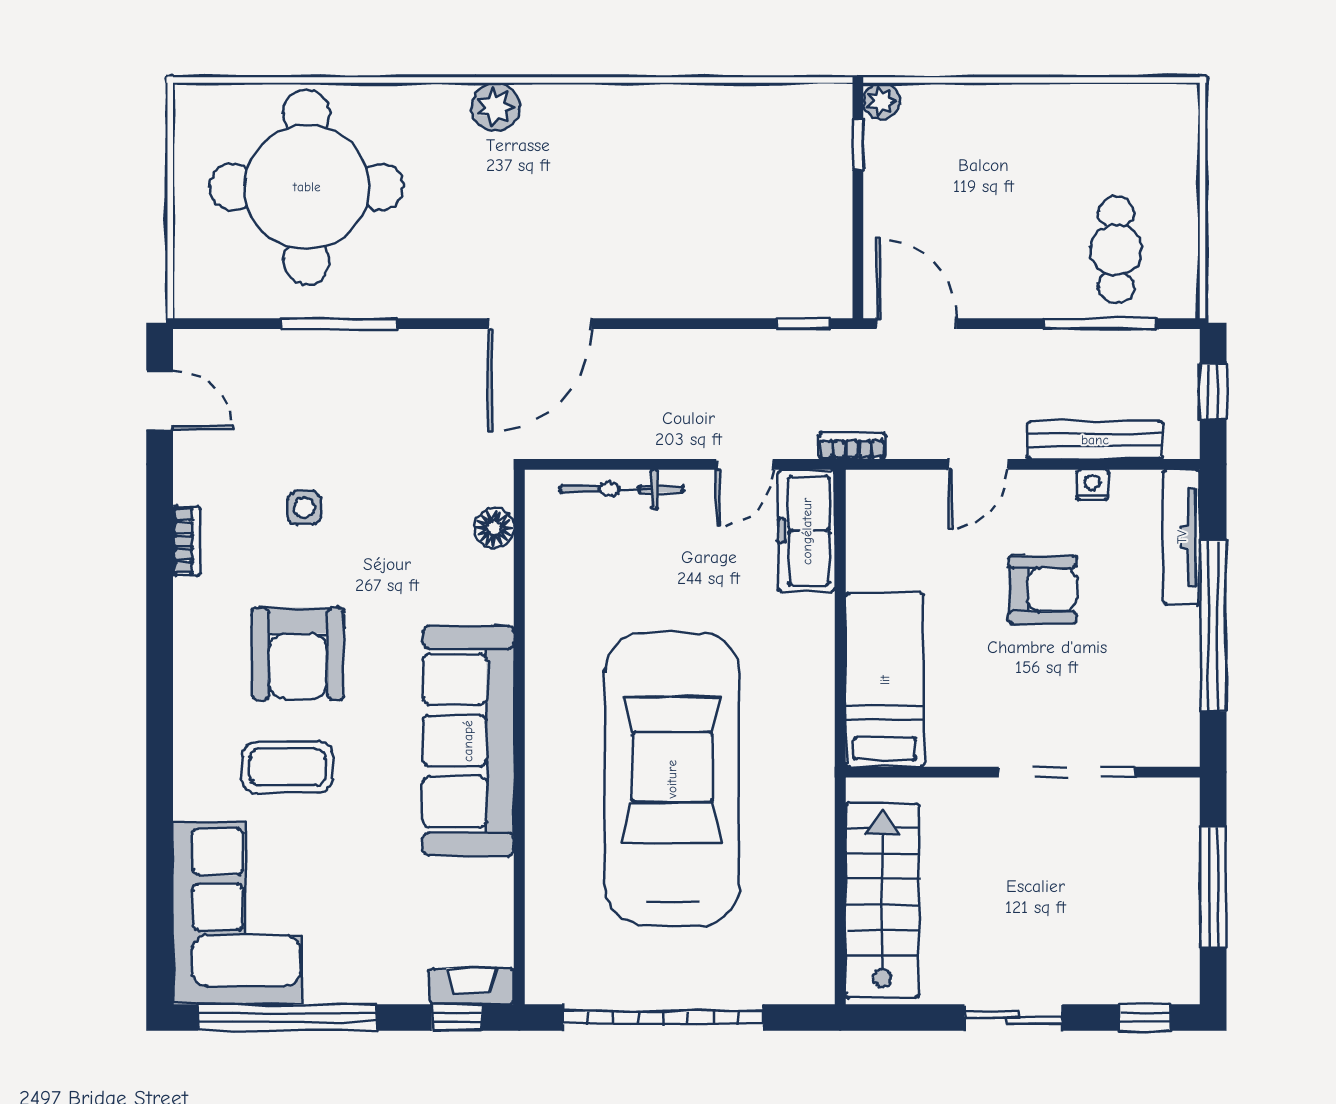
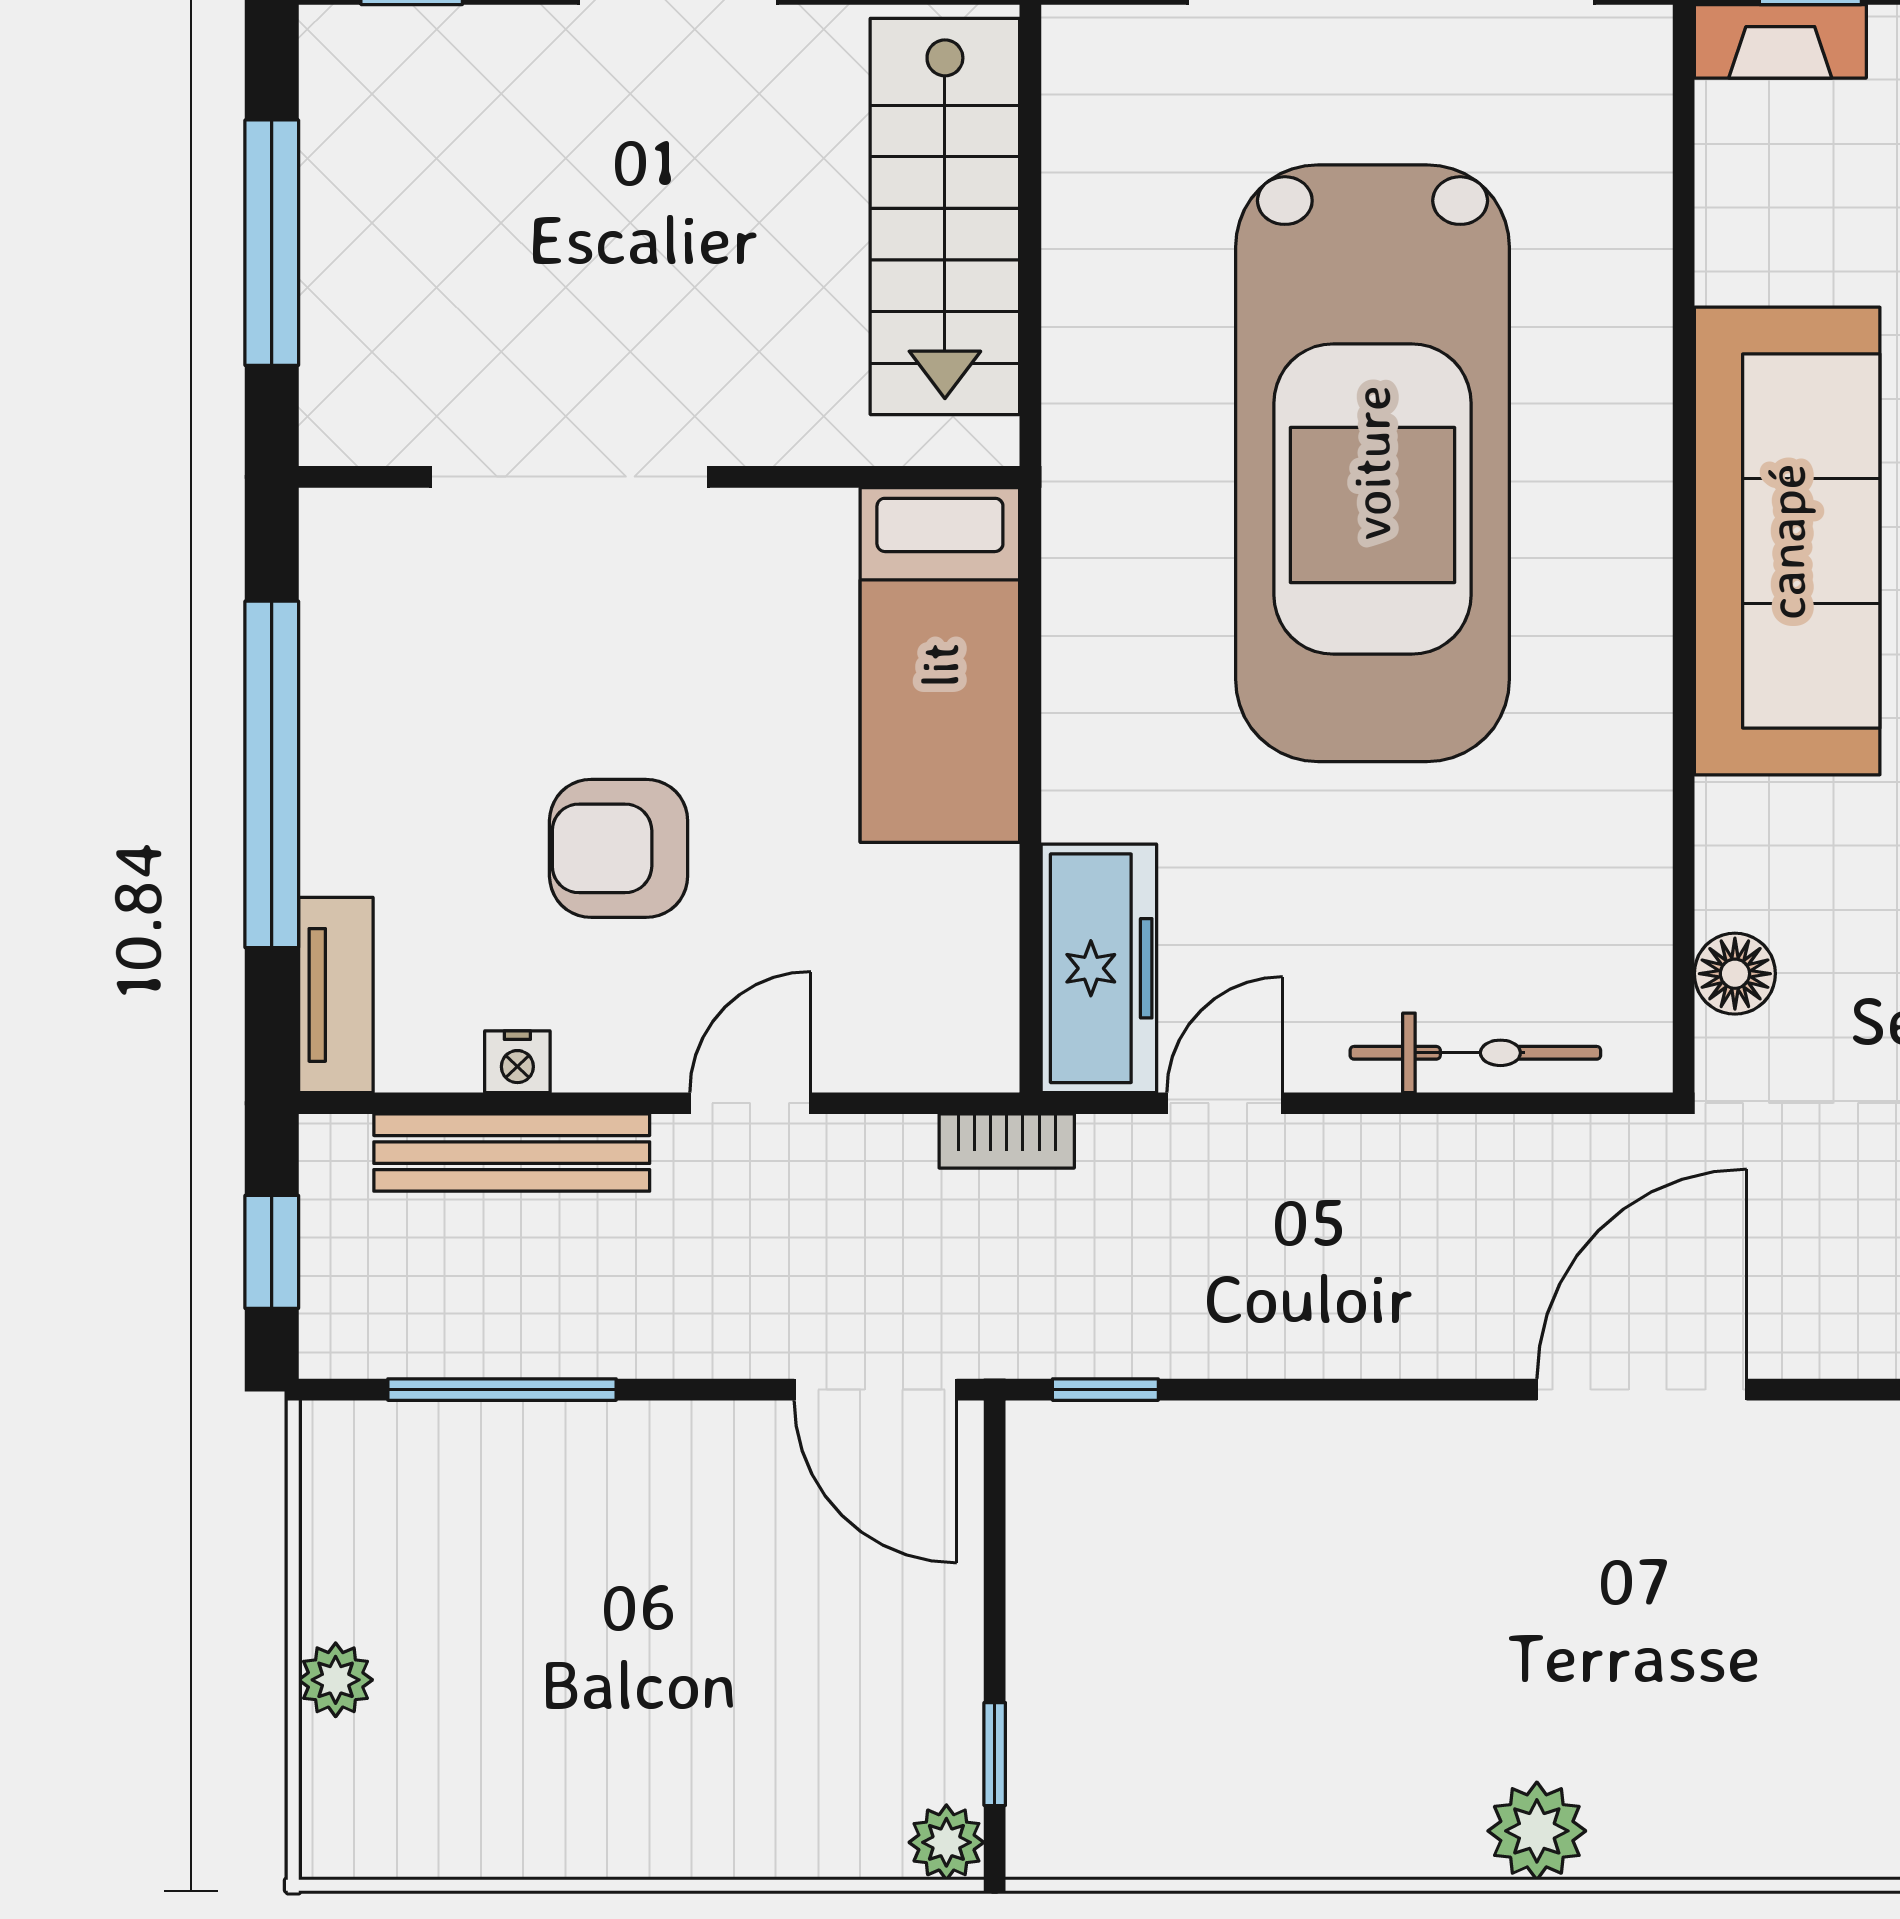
plant: (496, 107) -> (1537, 1831), moved
plant: (1182, 181) -> (336, 1680), added
cafe table: (1116, 250) -> (469, 1540), removed
tv unit: (1182, 537) -> (336, 995), width x0.71

